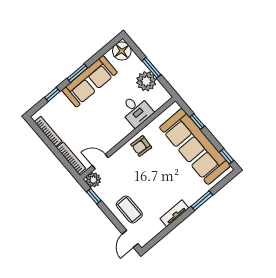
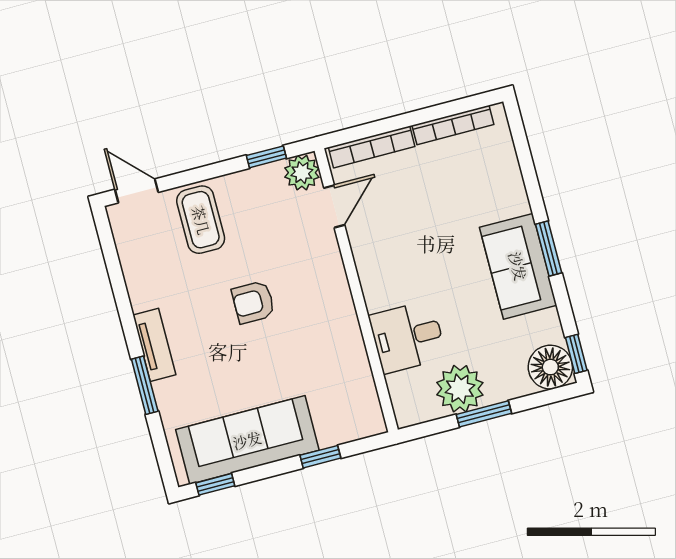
sofa: (90, 81) -> (518, 266), width x0.73
window: (52, 94) -> (576, 354), moved
armchair: (141, 146) -> (253, 302), moved, turned -94
sofa: (195, 146) -> (247, 440), width x0.74, depth x0.79
coffee table: (129, 210) -> (201, 220), turned 90
tv unit: (174, 213) -> (154, 345), moved

